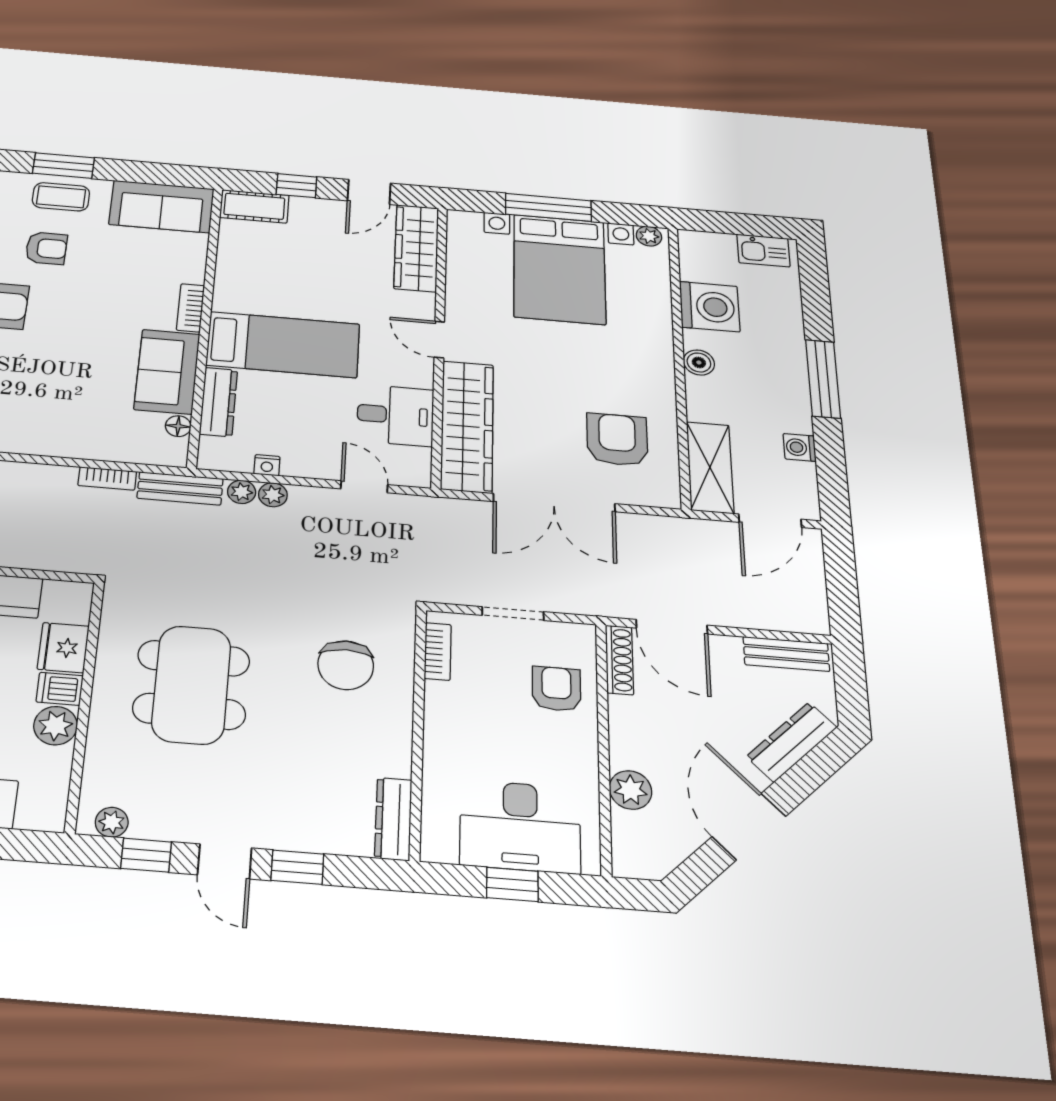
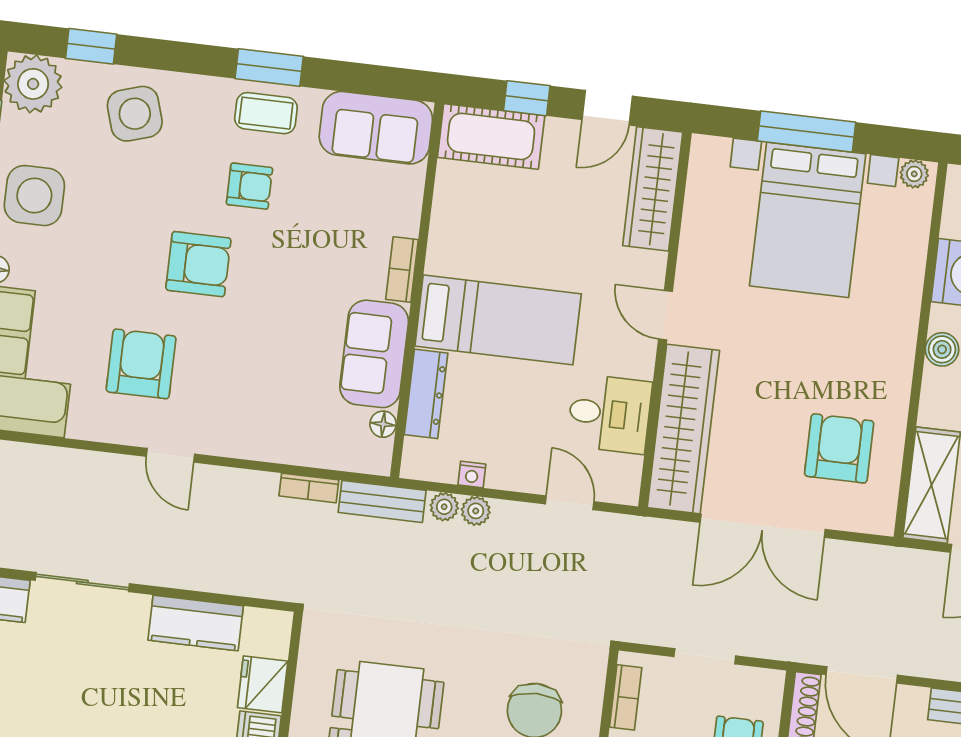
cot: (254, 206) -> (491, 136), width x1.37, depth x1.34

